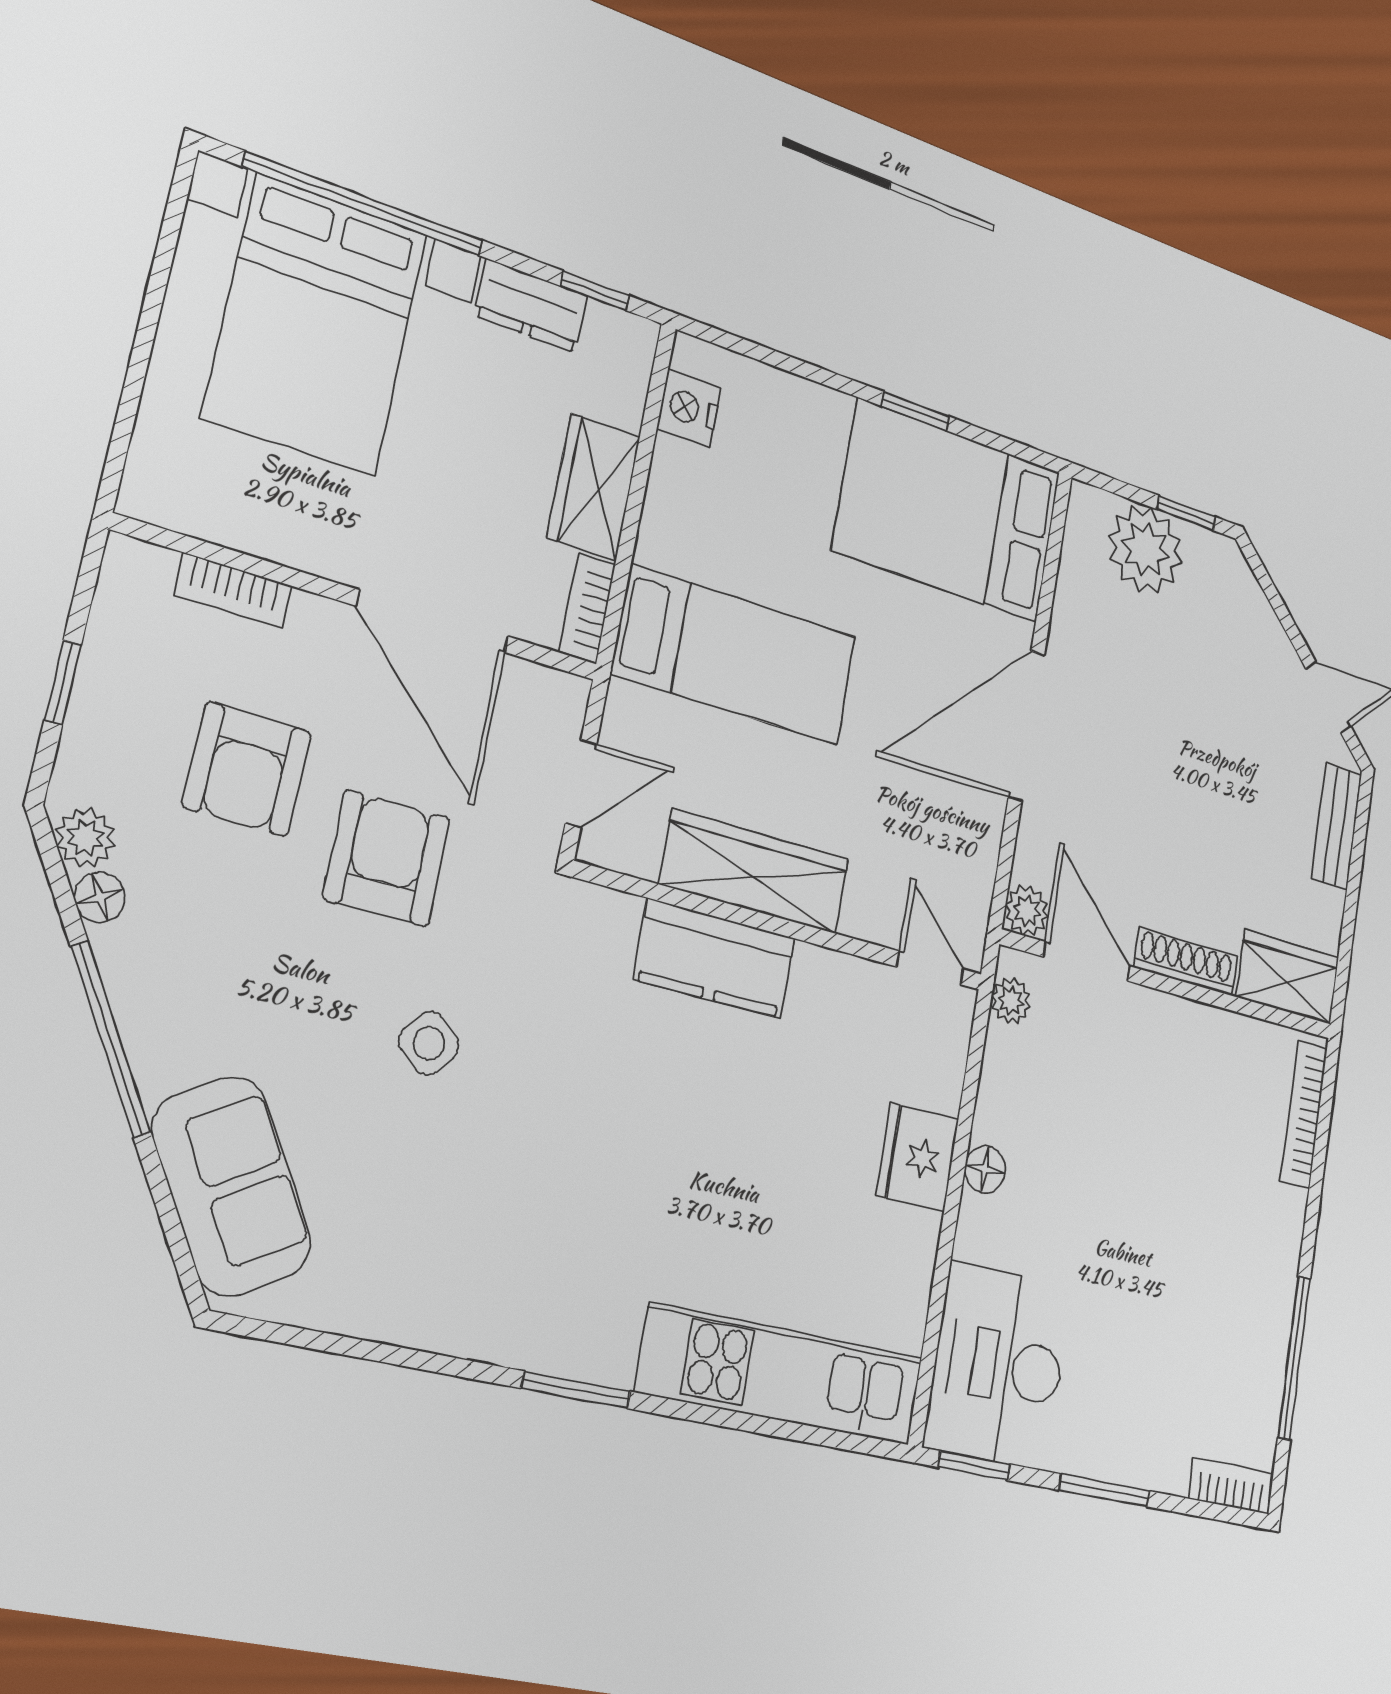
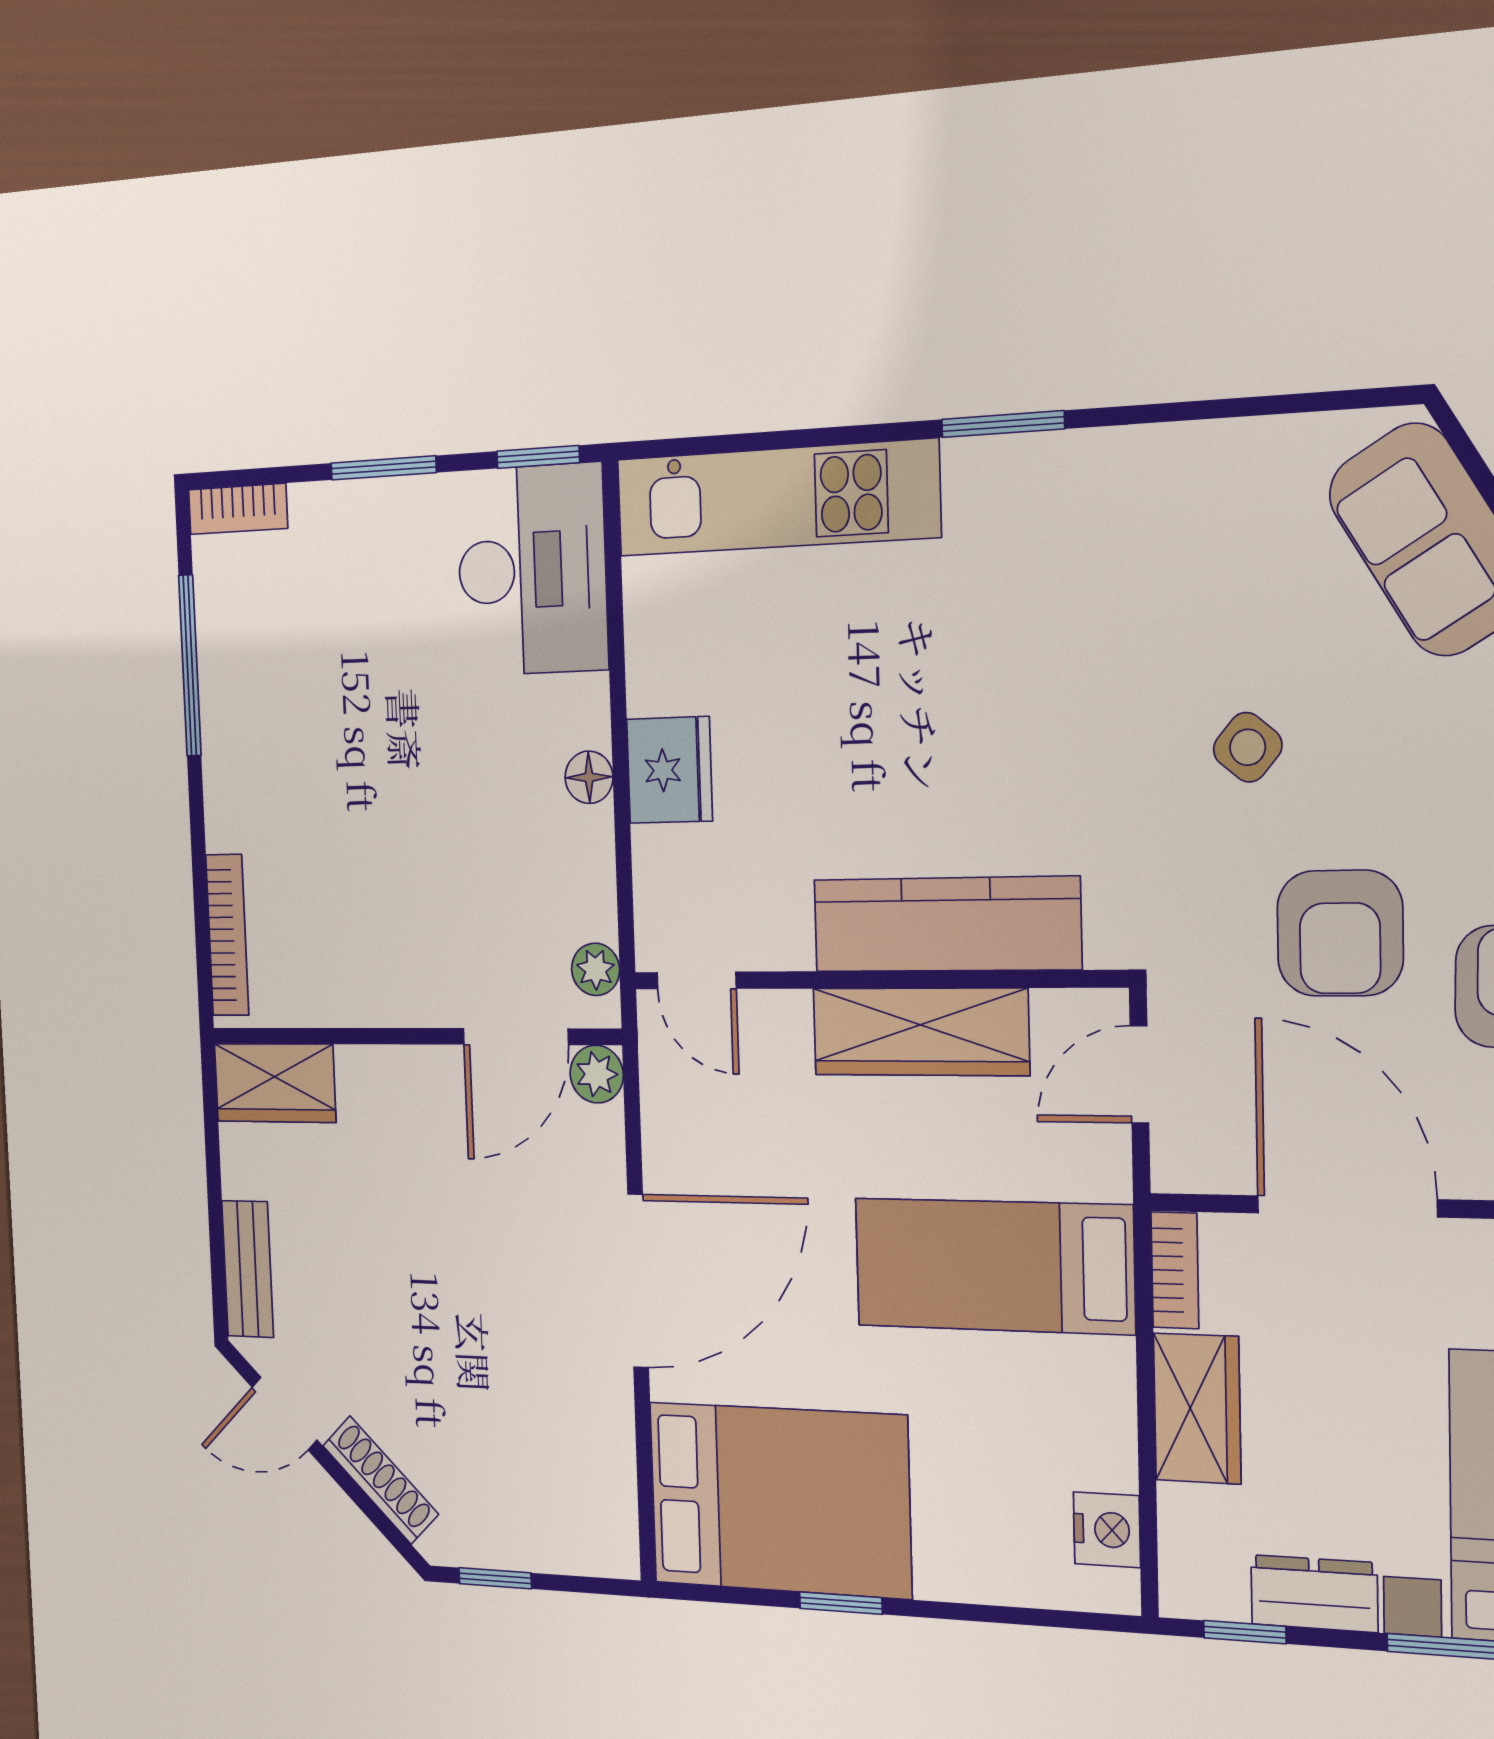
plant: (1145, 549) -> (536, 1522), removed
kitchen counter: (715, 958) -> (946, 924), width x1.50
door: (1087, 961) -> (516, 1037), hinge flipped
shoe rack: (1186, 962) -> (380, 1480), moved, turned -135

